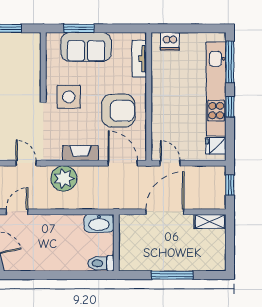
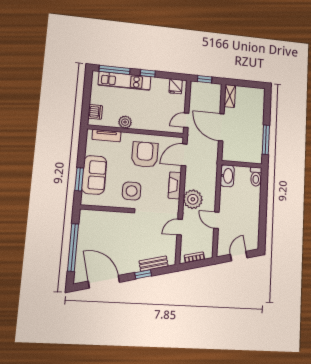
plant: (160, 81) -> (125, 122), added
kitchen unit: (216, 89) -> (125, 81), width x0.73
door: (17, 212) -> (216, 220), moved
window: (172, 275) -> (266, 140), moved

